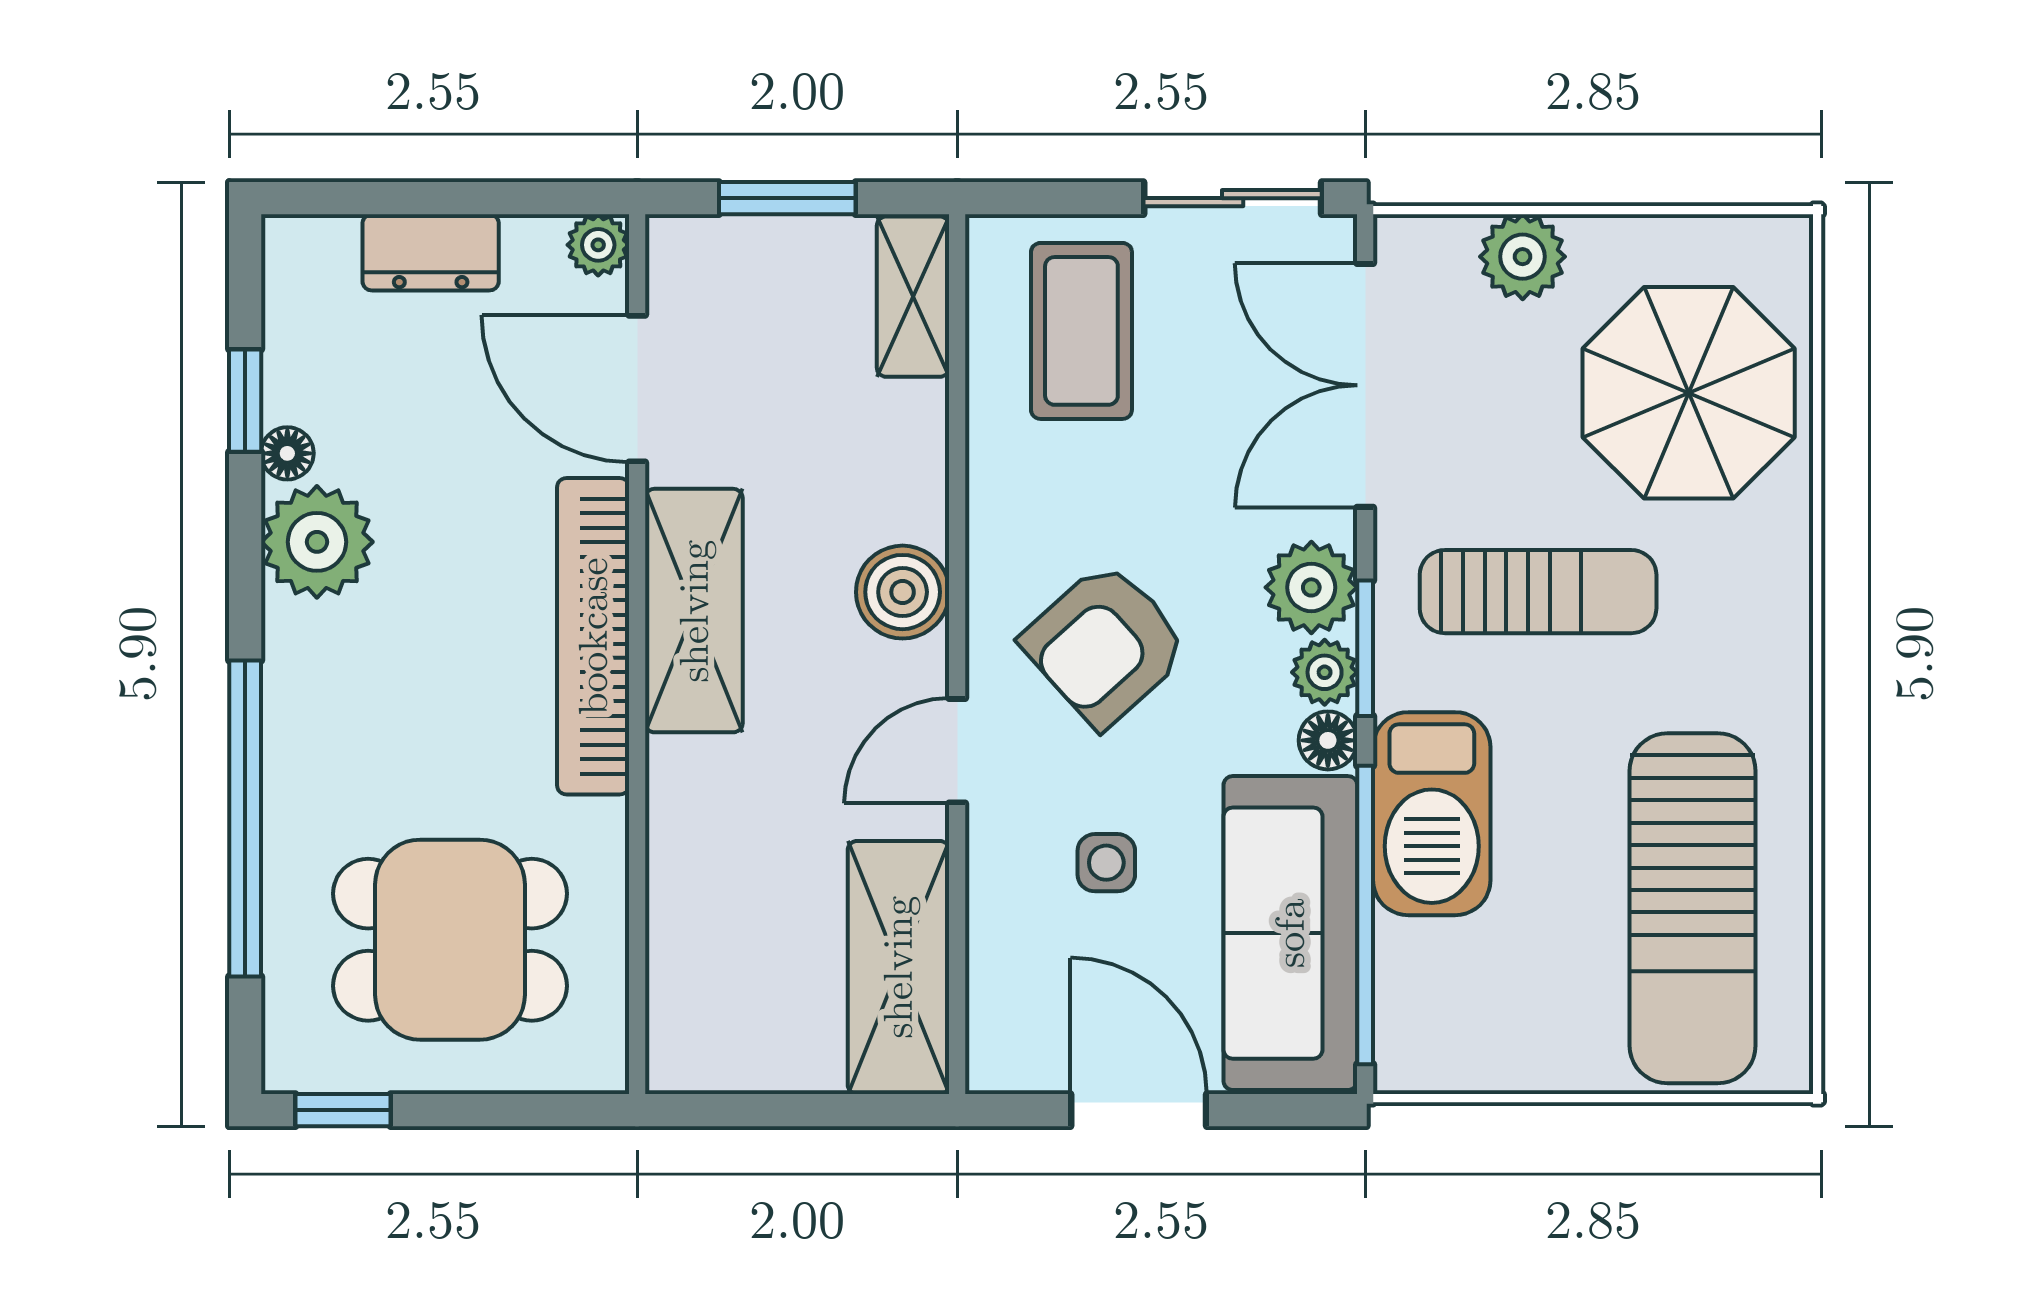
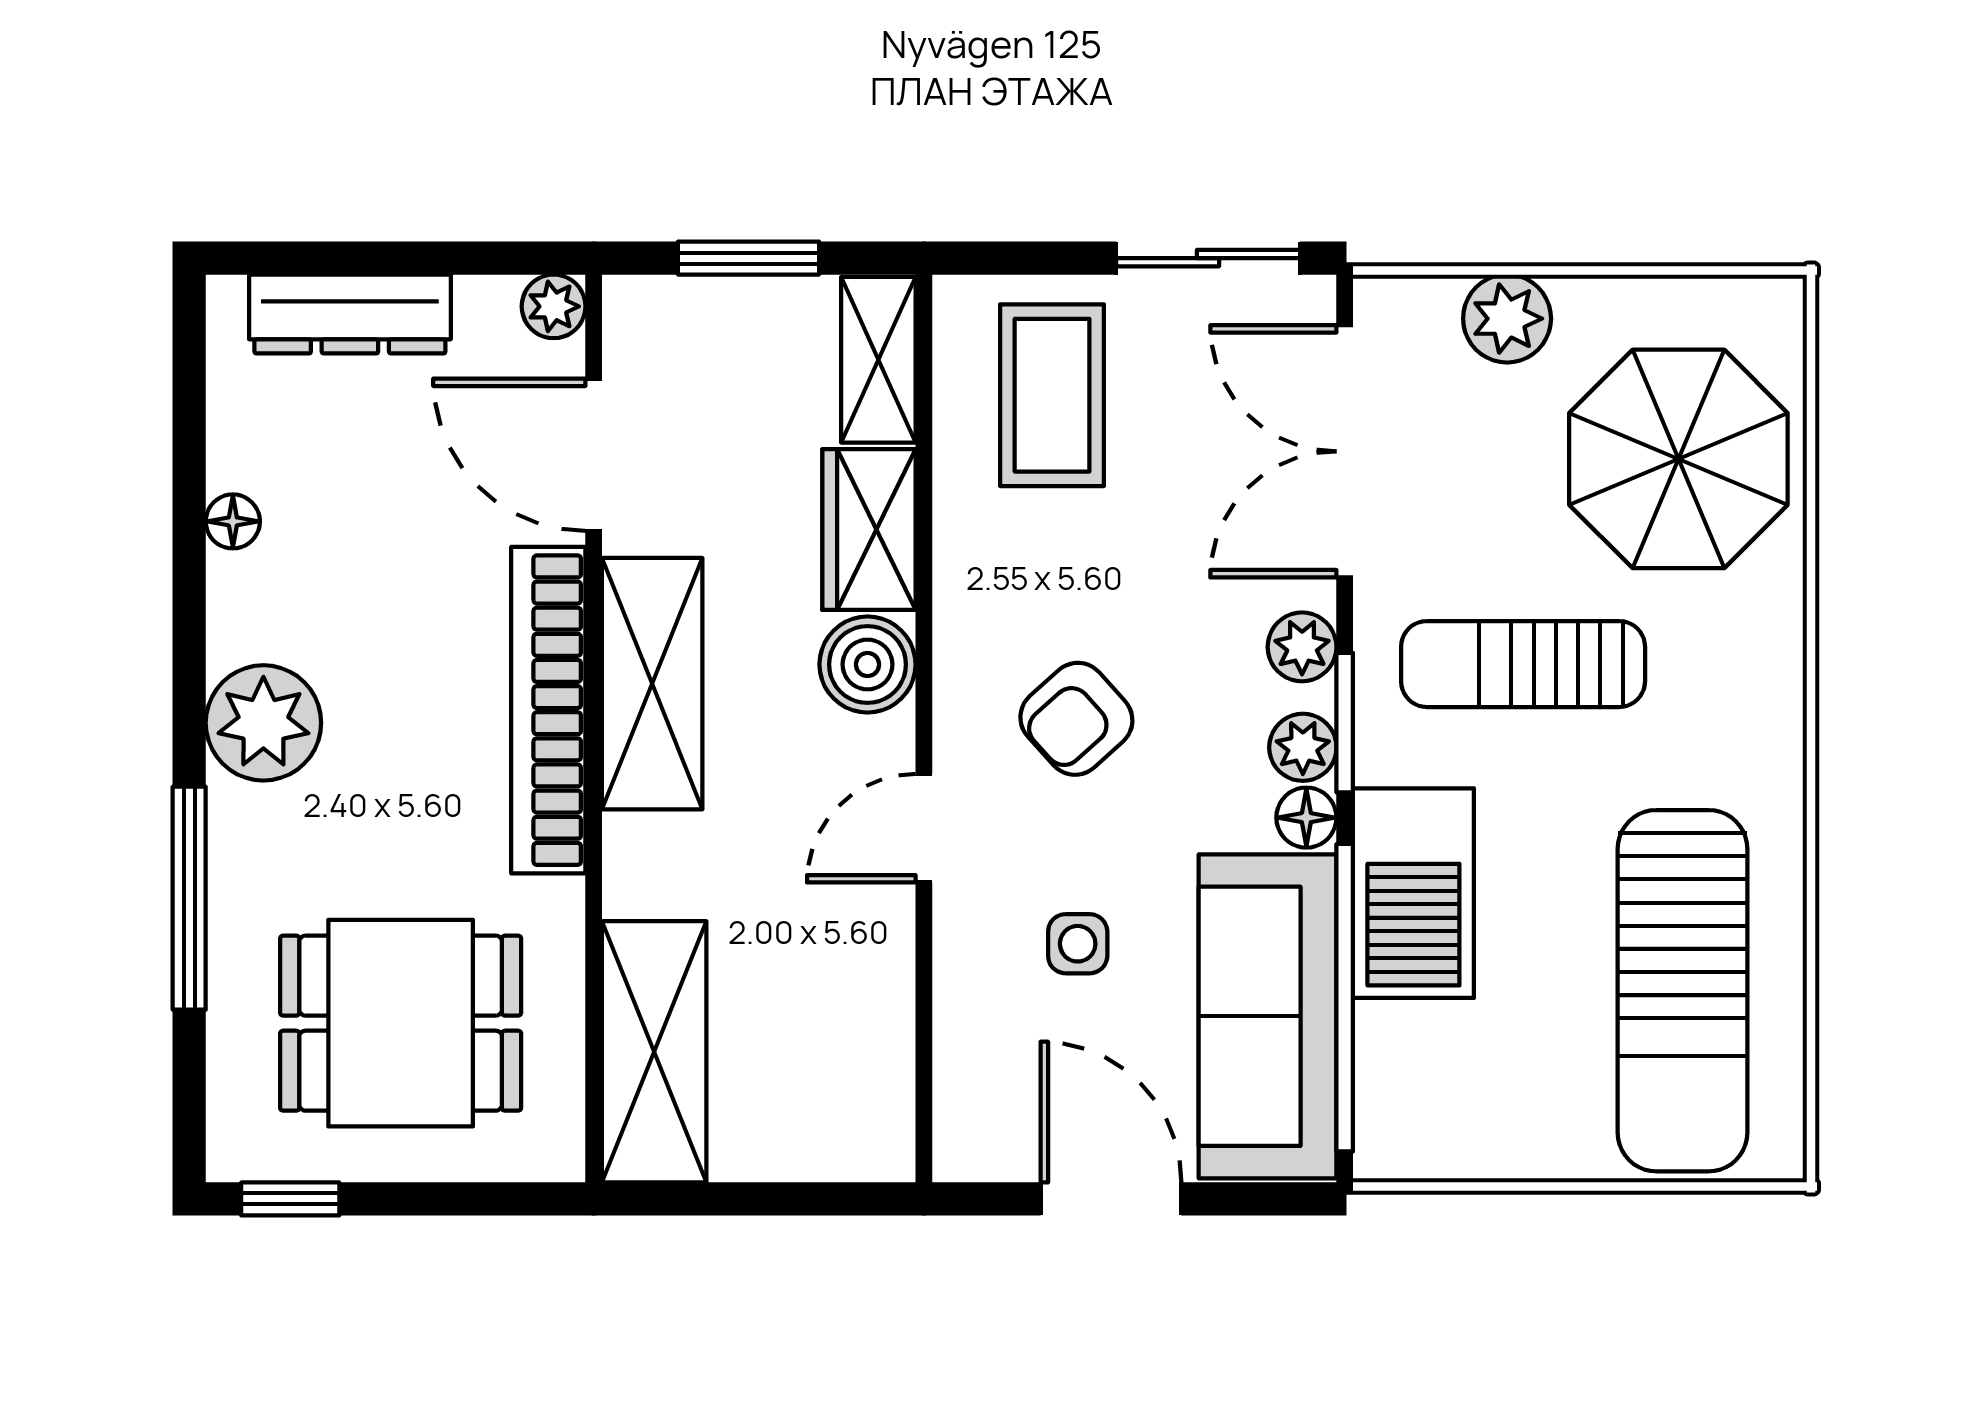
dresser: (431, 252) -> (350, 314), width x1.44
window: (245, 401) -> (189, 467), removed
wardrobe: (904, 461) -> (869, 530), added
plant: (317, 542) -> (263, 723), moved
plant: (1311, 587) -> (1302, 647), width x0.73, depth x0.73
sun lounger: (1538, 592) -> (1523, 664), turned 180
armchair: (1105, 645) -> (1076, 719), width x0.72, depth x0.72
window: (245, 819) -> (189, 898), width x0.68
shelving: (898, 967) -> (654, 1052), moved

